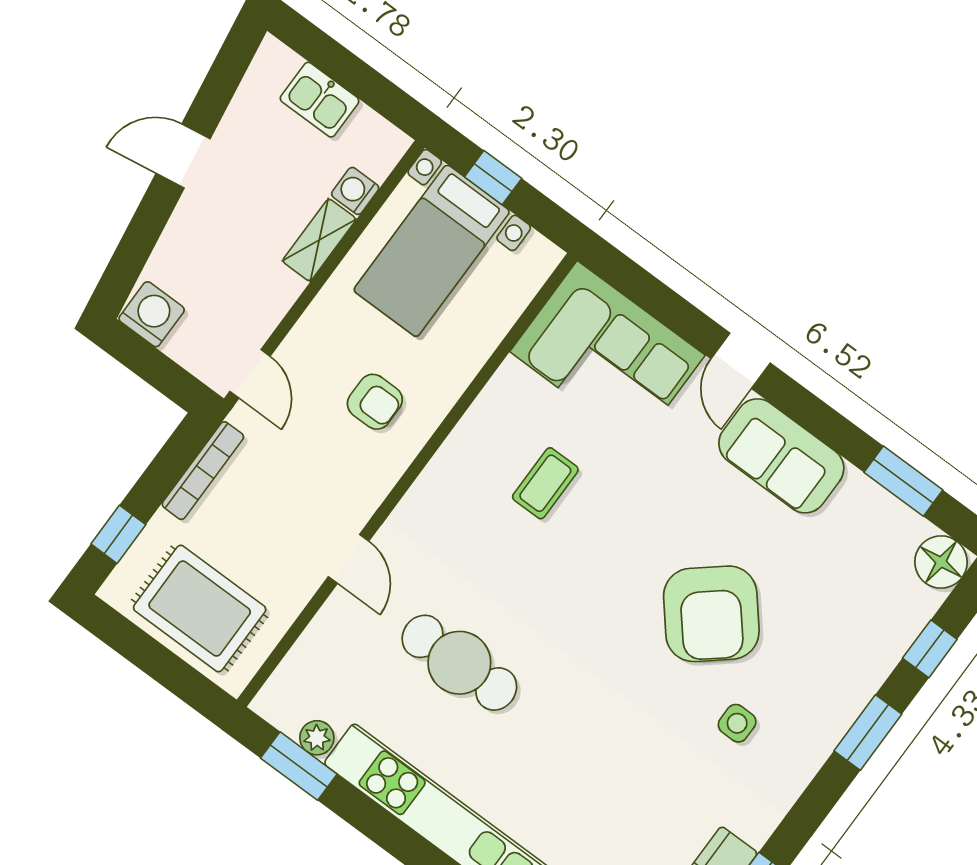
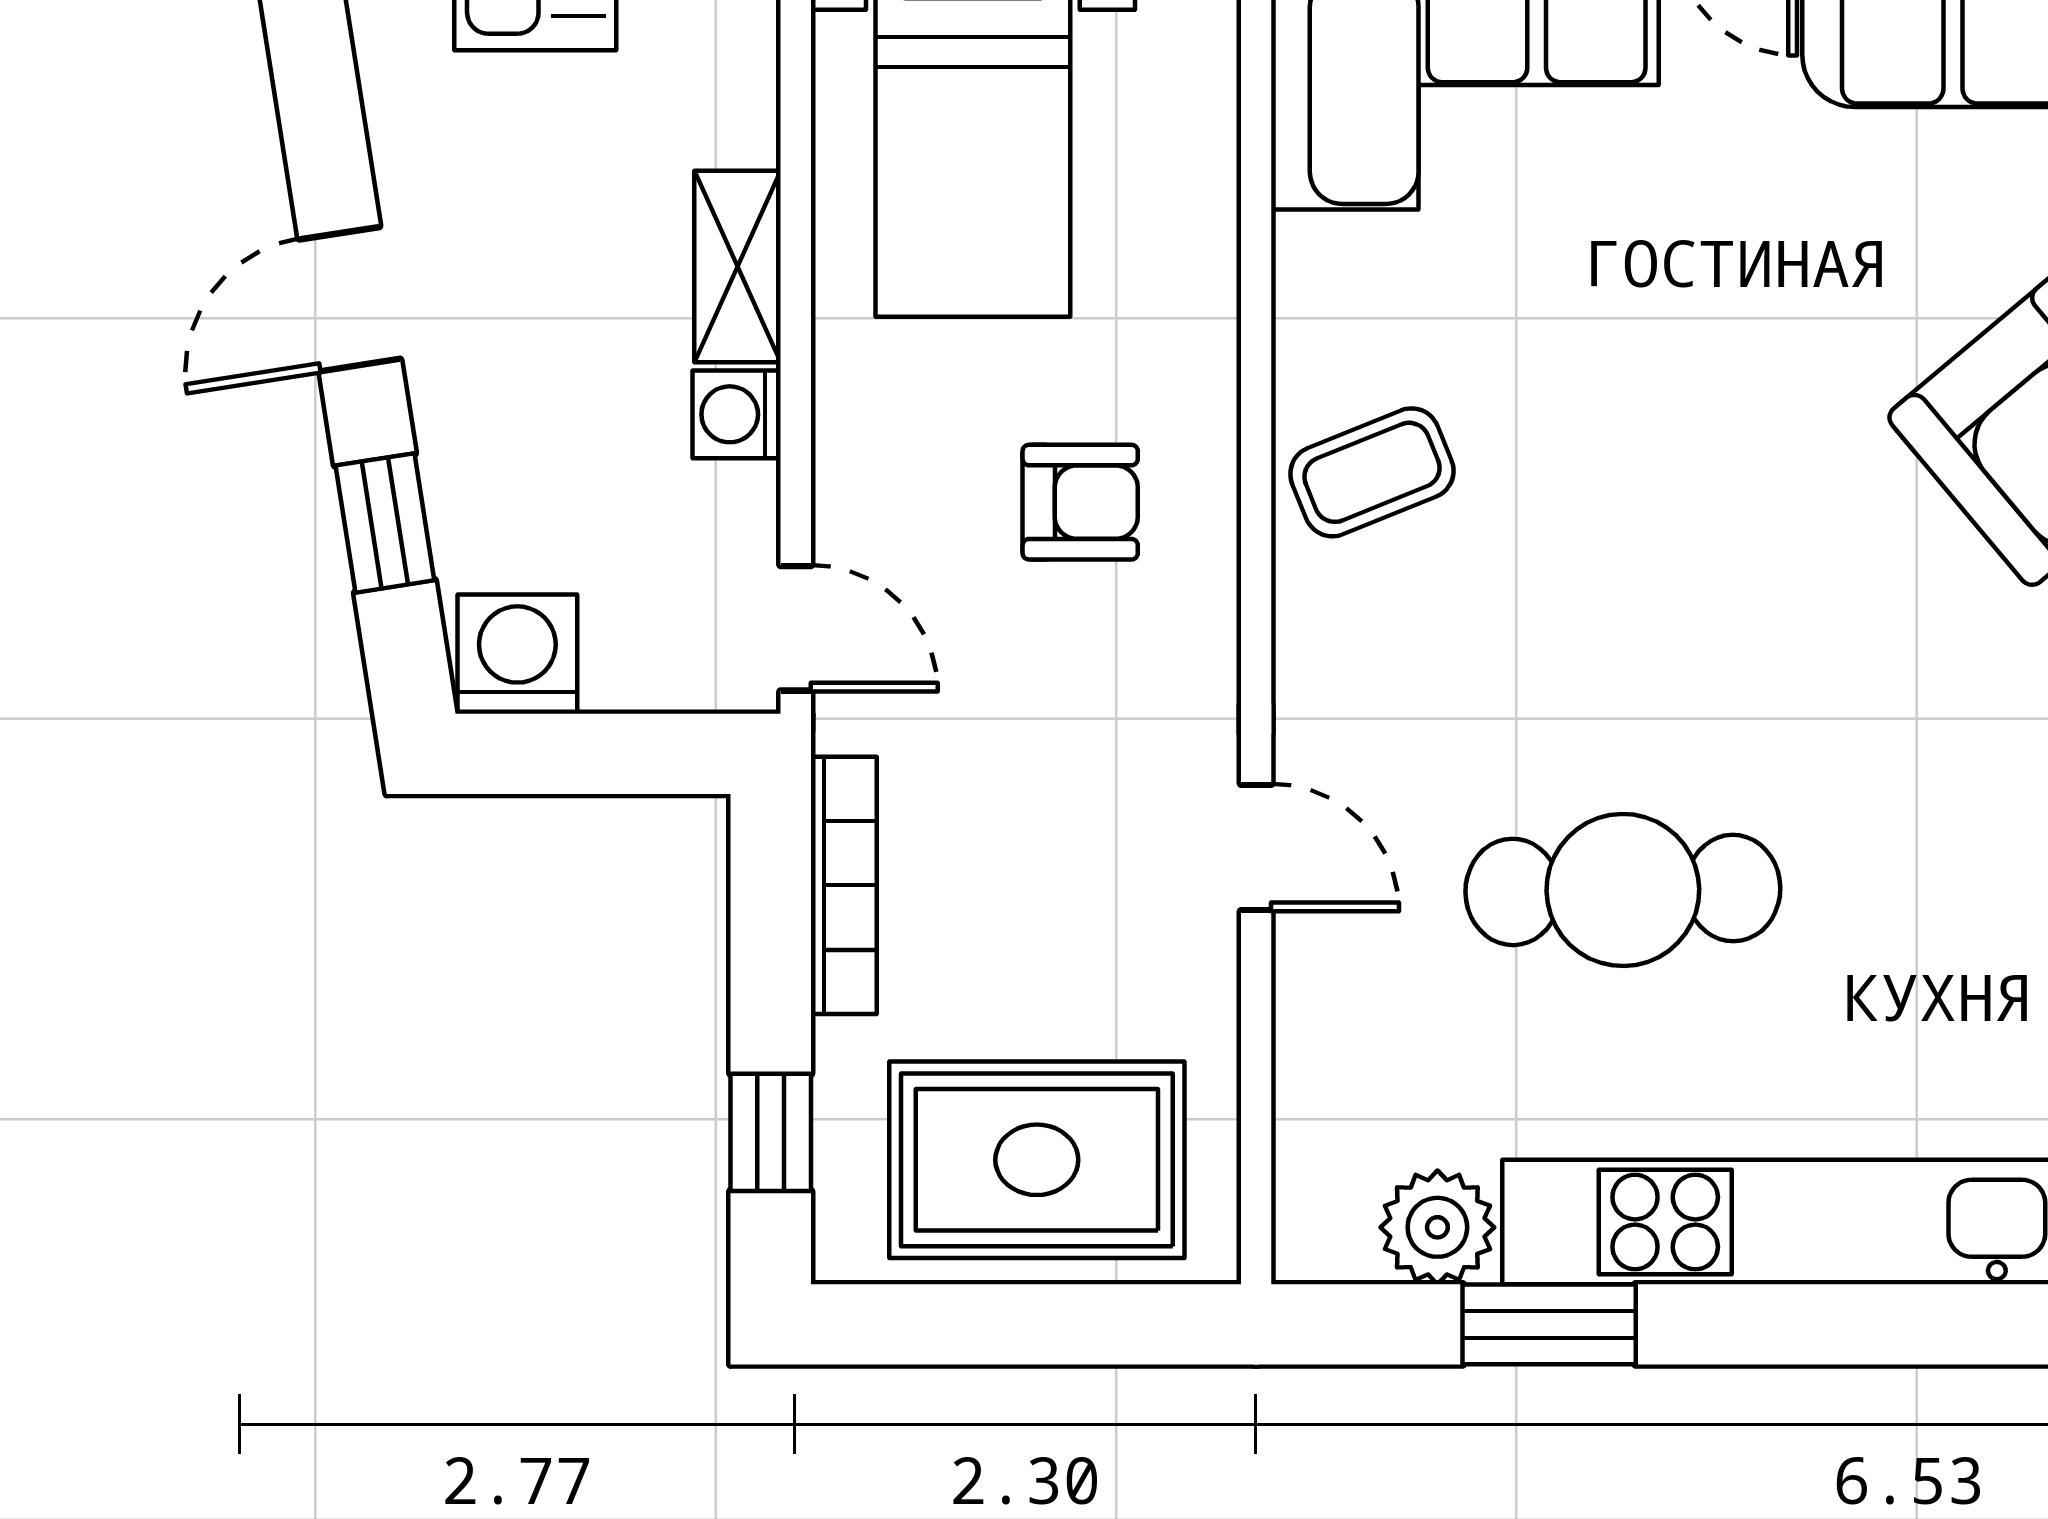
washing machine: (355, 191) -> (737, 414), moved
window: (140, 238) -> (385, 523), added
coffee table: (545, 483) -> (1372, 472), moved, turned 68
plant: (317, 738) -> (1437, 1227), width x1.38, depth x1.38
window: (299, 766) -> (1549, 1324), moved

